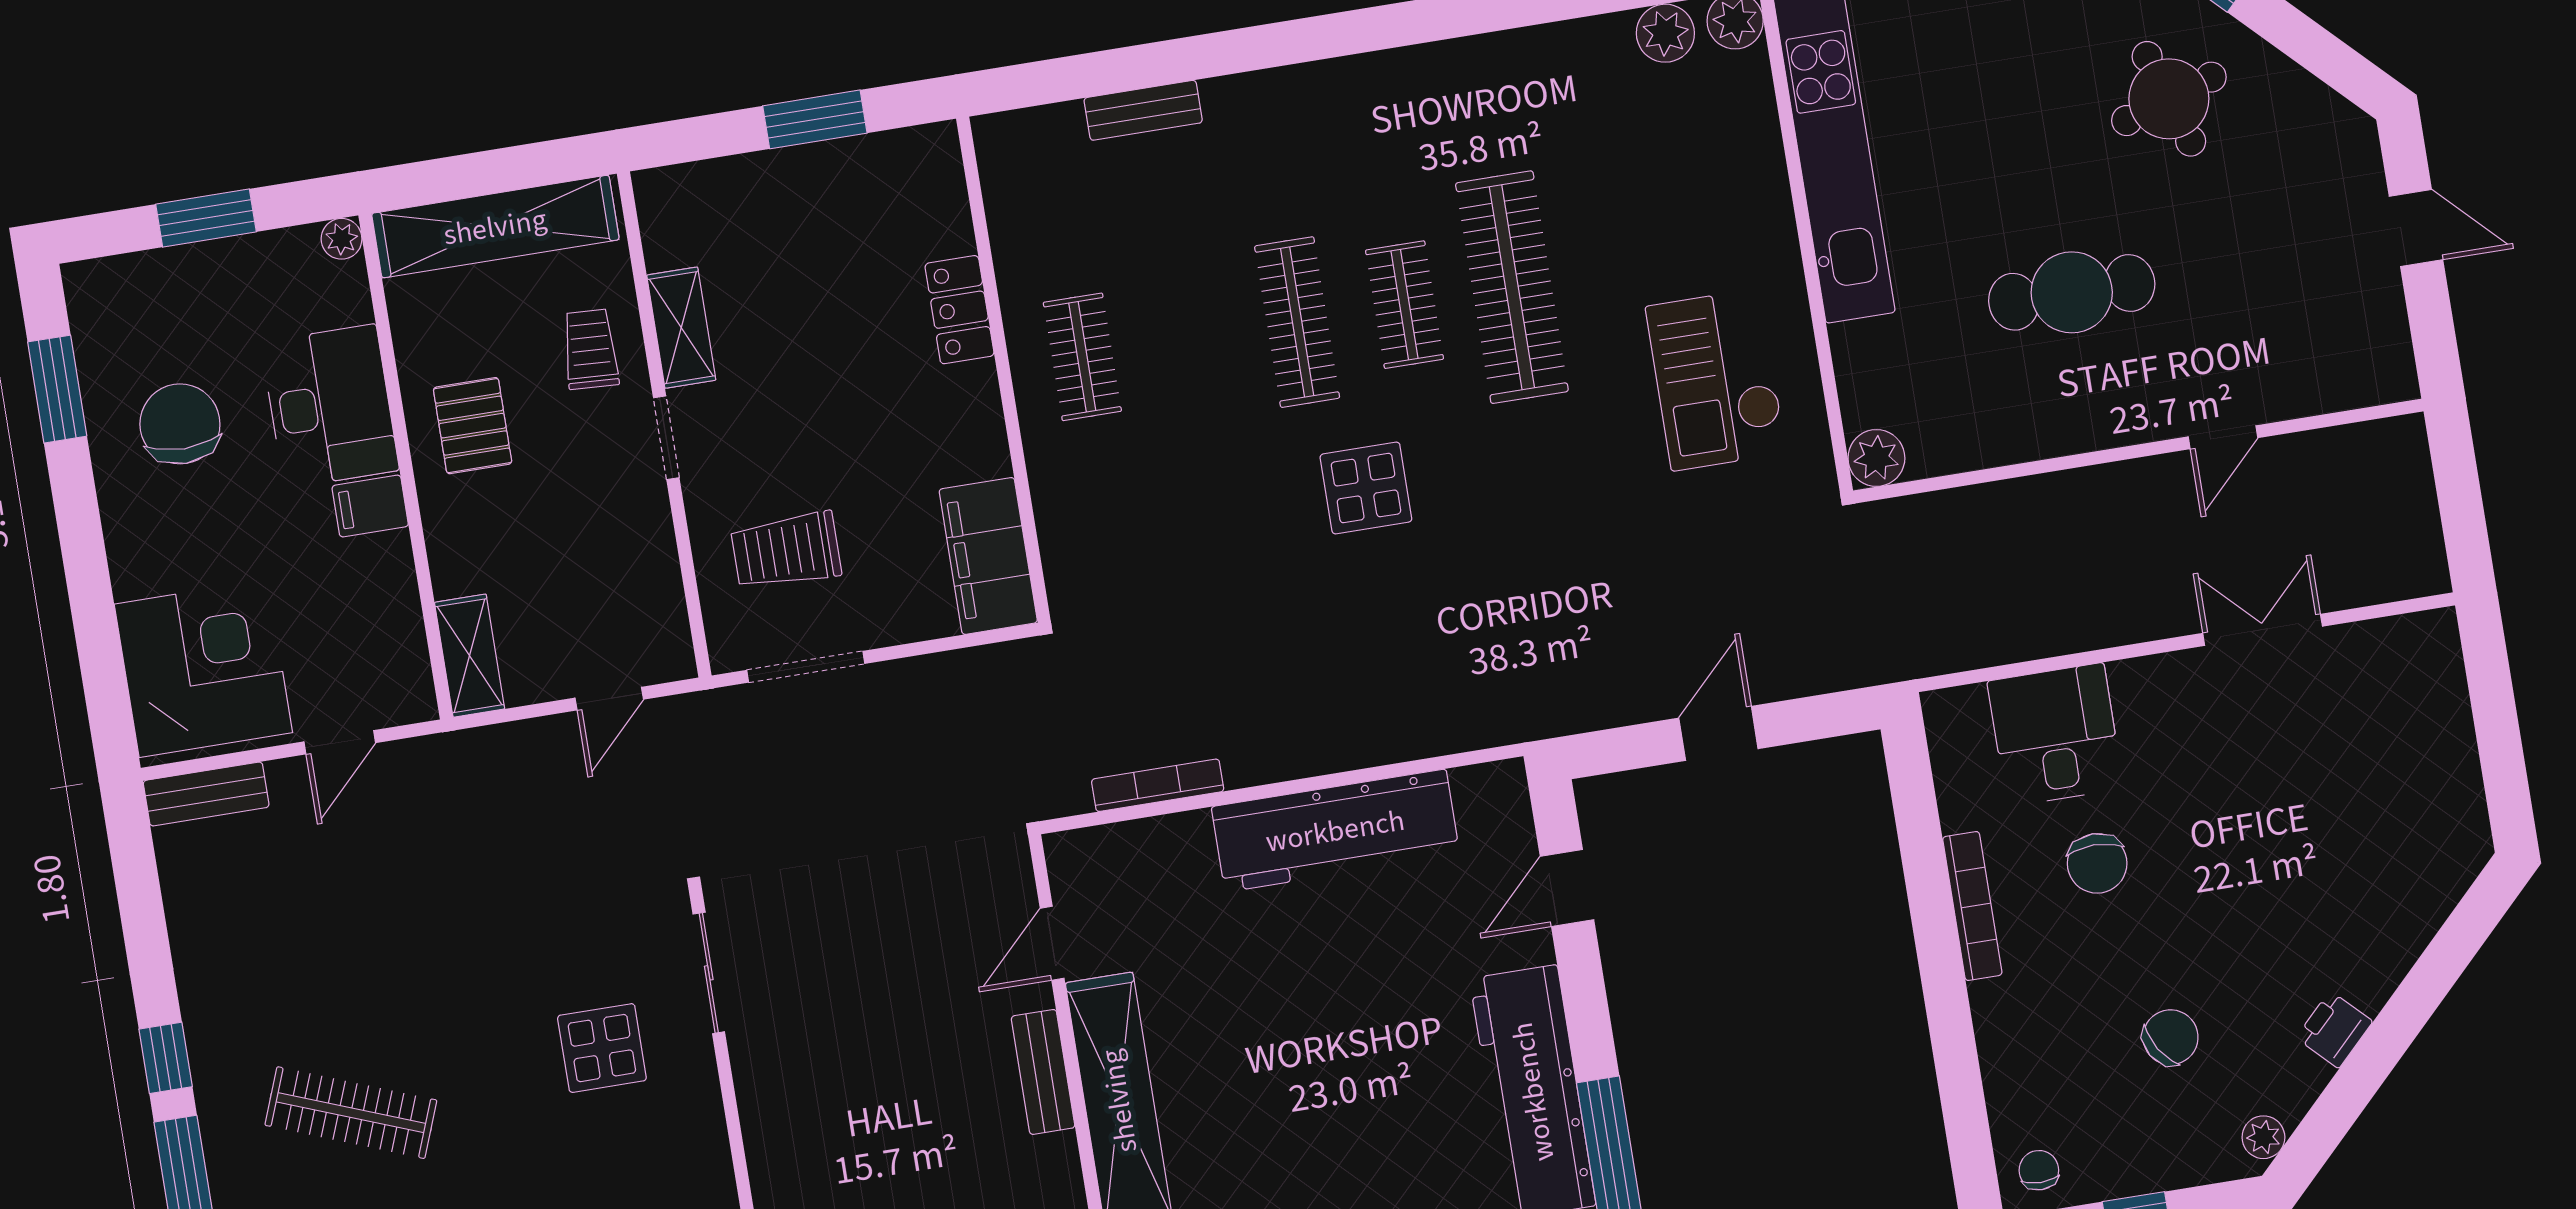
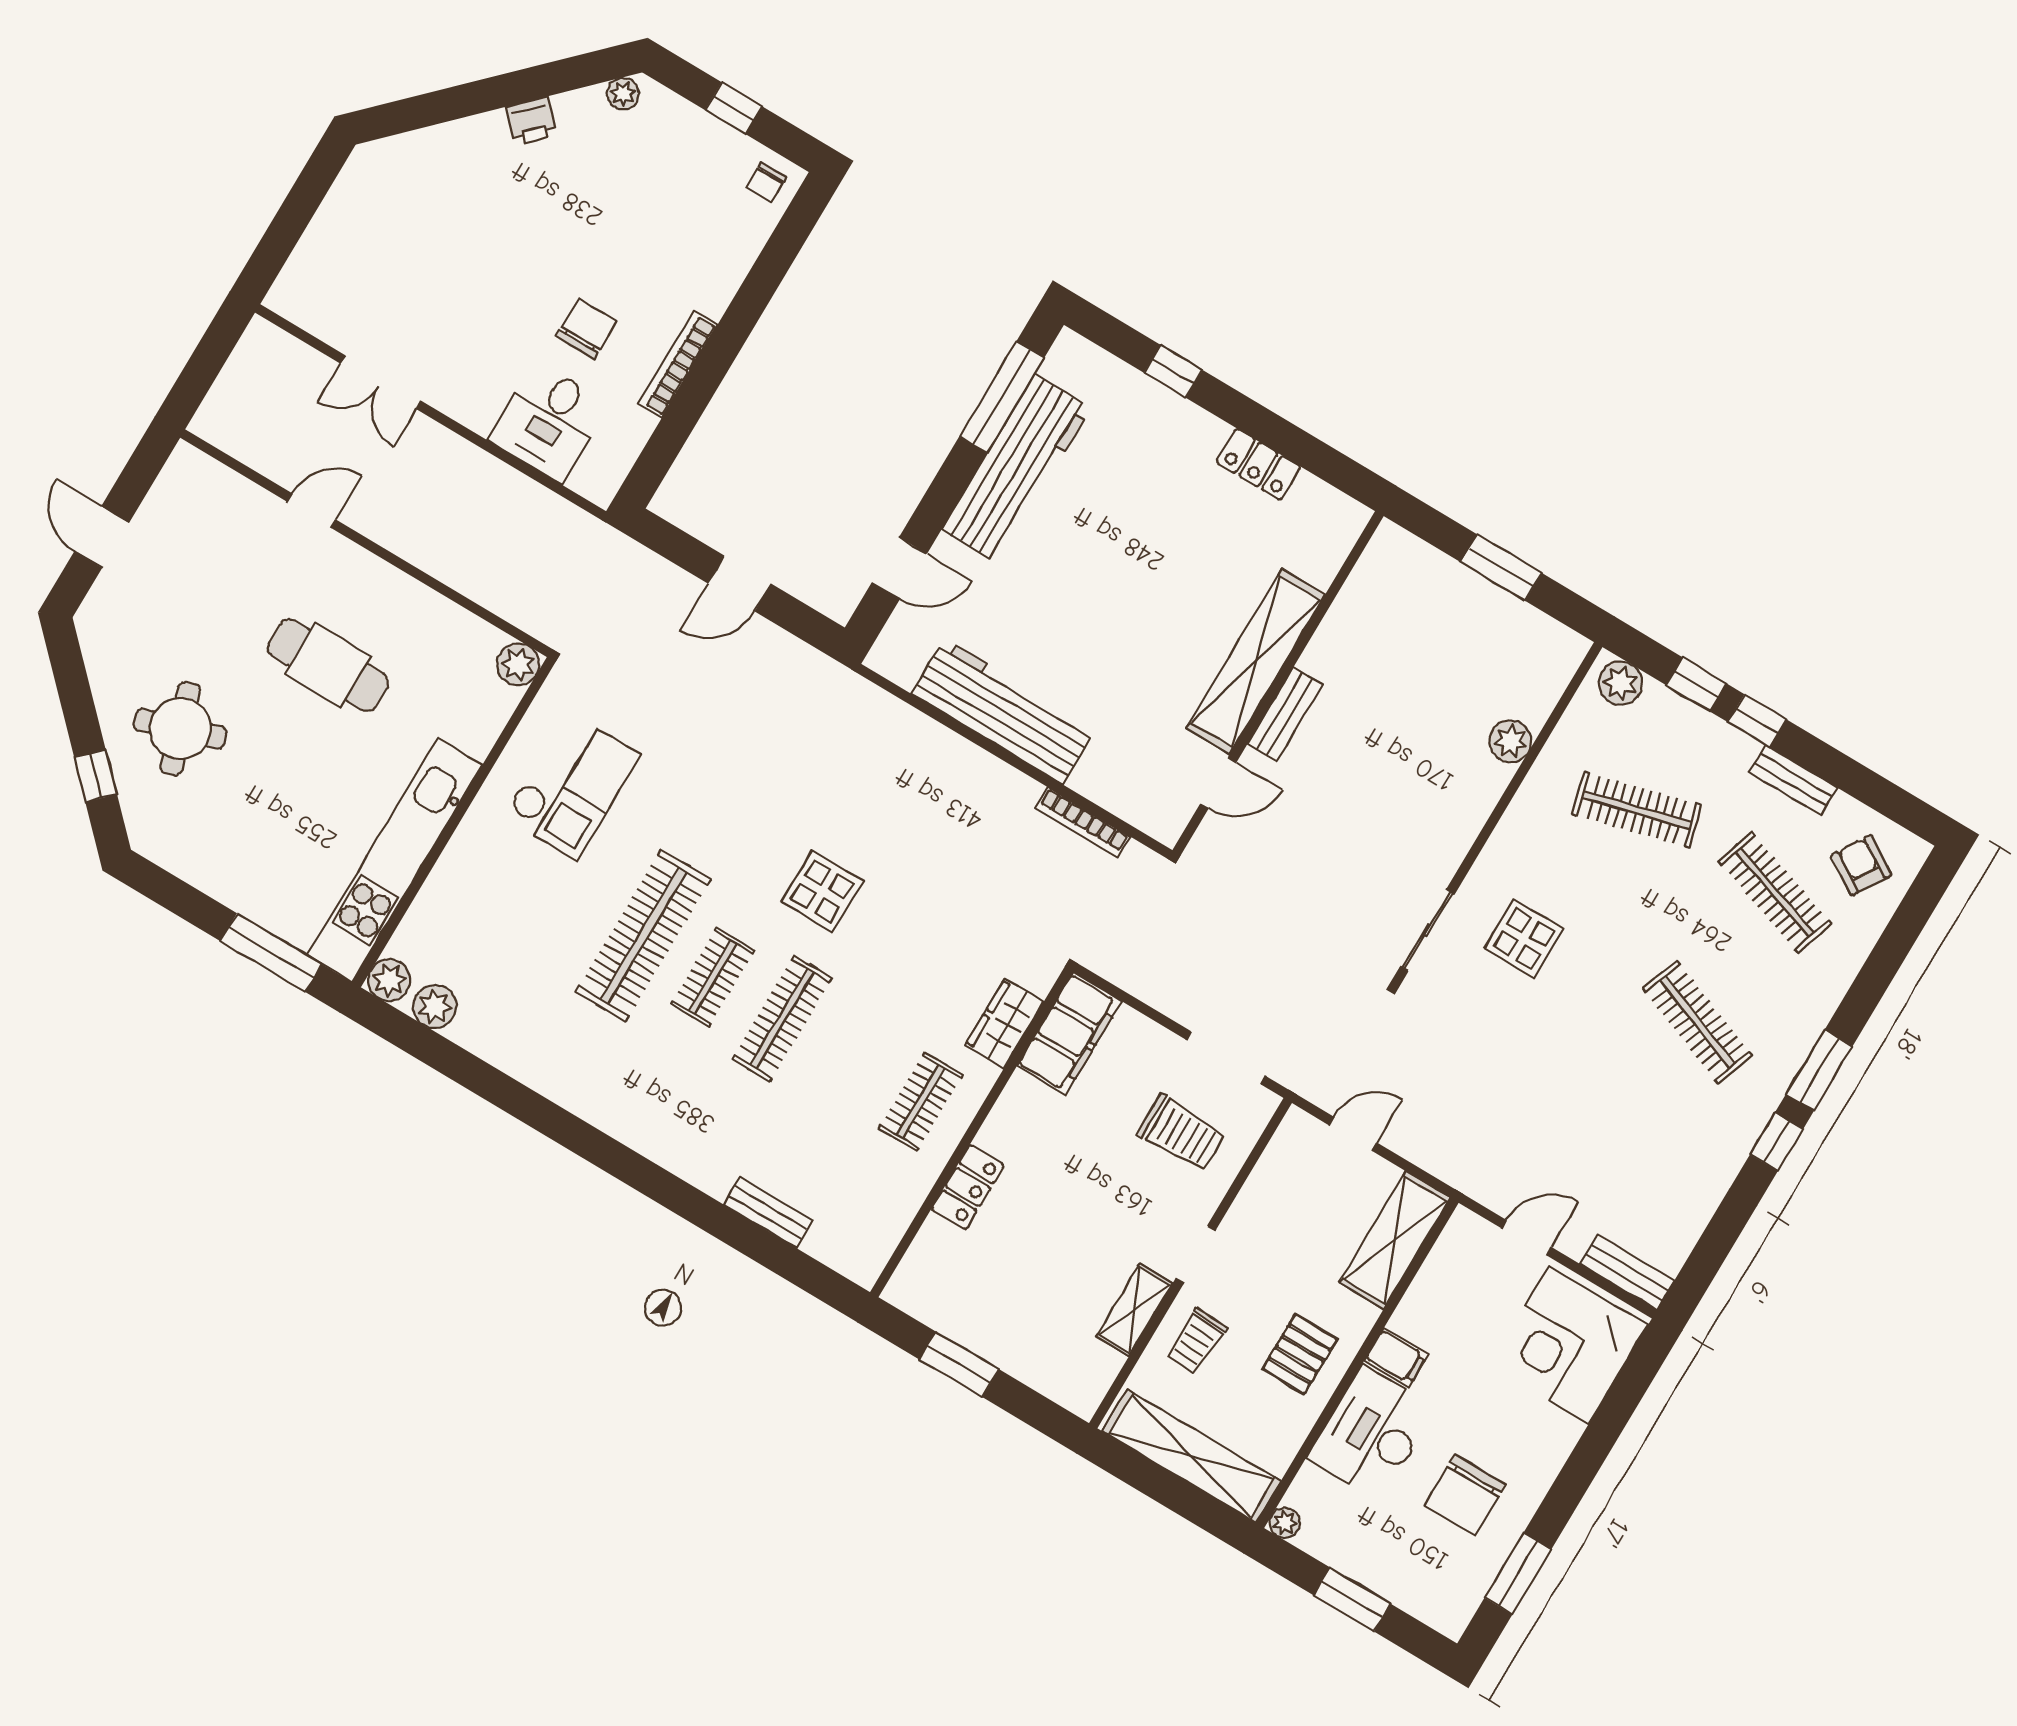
wardrobe: (1064, 510) -> (1004, 1023), added
shelving: (470, 656) -> (1395, 1240), width x1.50, depth x1.33
chair: (2171, 1037) -> (628, 195), removed

